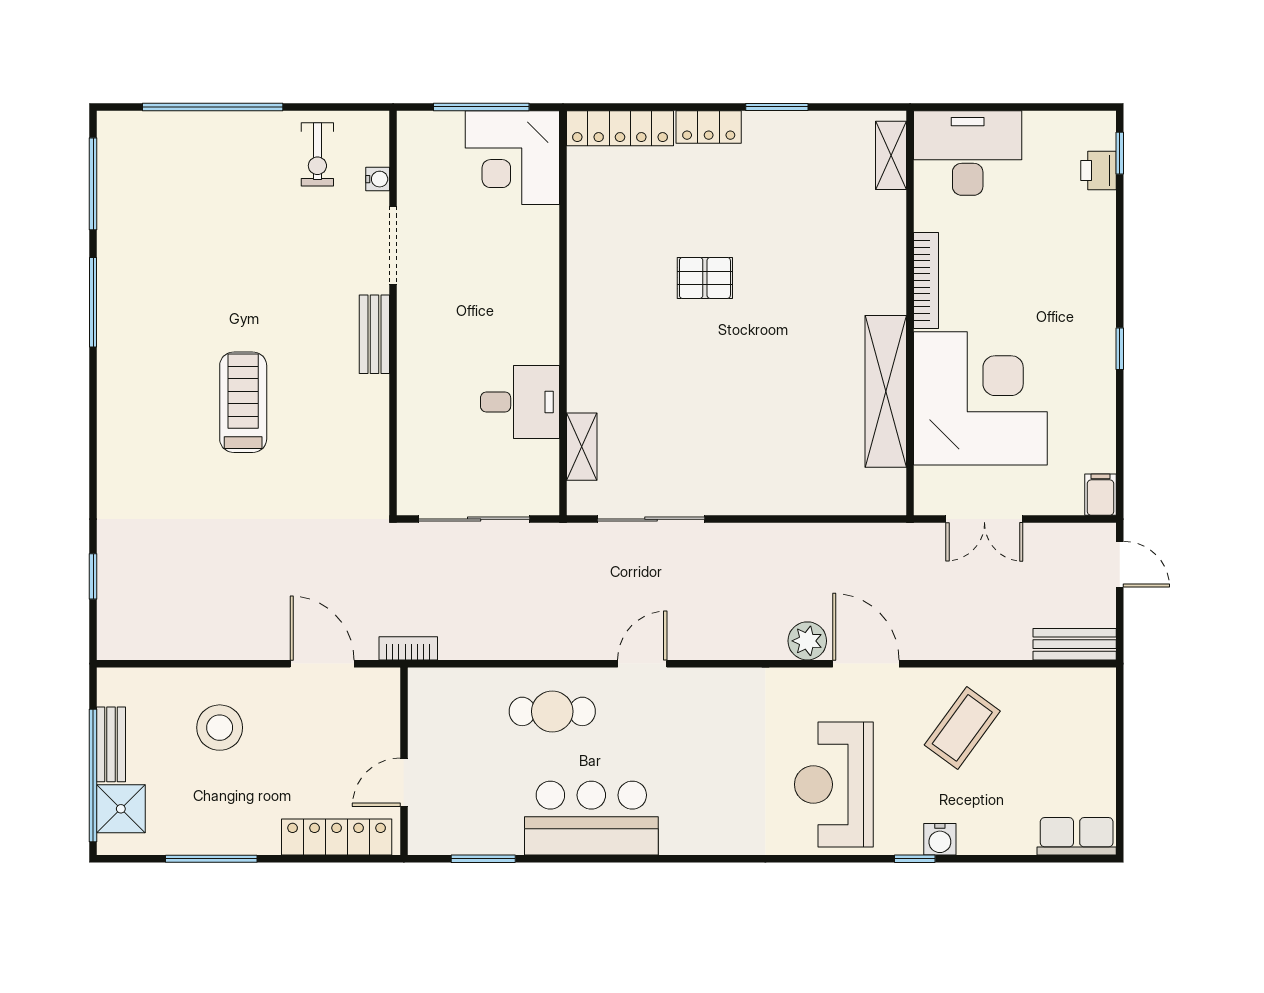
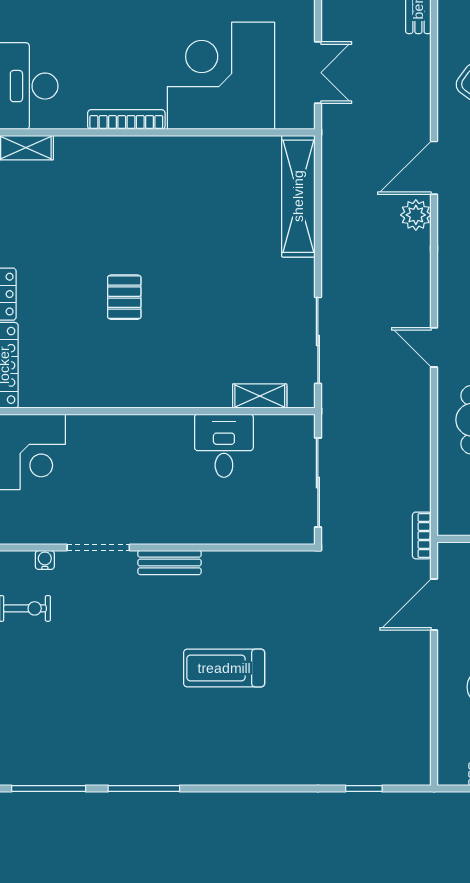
shelving: (886, 391) -> (298, 196), moved, turned 90

